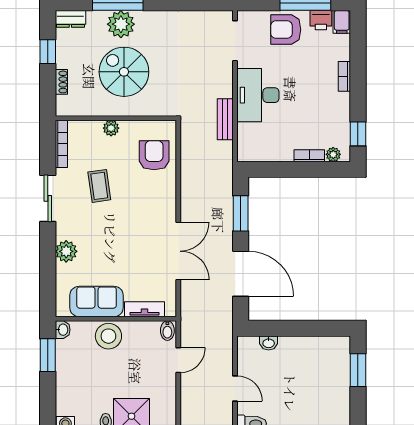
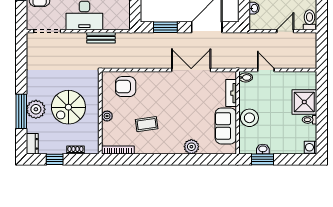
sliding door: (48, 198) -> (155, 159), removed
washbasin: (63, 330) -> (263, 149), moved

